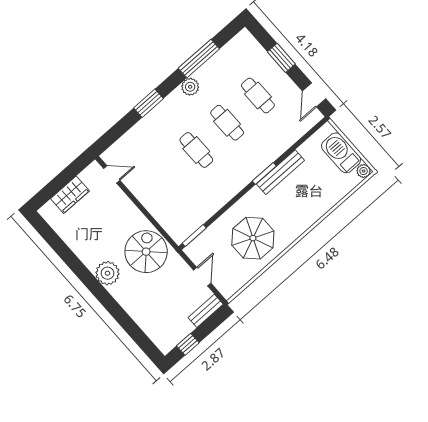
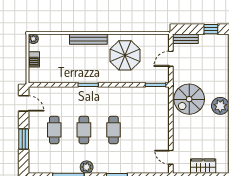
door: (314, 95) -> (24, 103), hinge flipped
barbecue: (341, 153) -> (34, 59), width x0.53, depth x0.65
bench: (280, 172) -> (88, 39), moved

